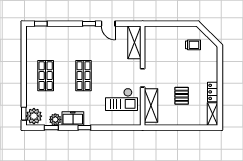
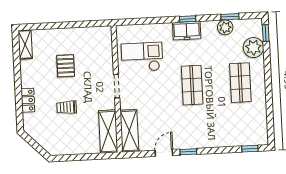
door: (108, 24) -> (164, 153), hinge flipped
trolley: (193, 45) -> (67, 107), moved
locker: (213, 92) -> (28, 100), moved
shelving: (151, 106) -> (108, 132), moved
plant: (34, 116) -> (253, 48), moved
freezer: (73, 118) -> (187, 31), moved

